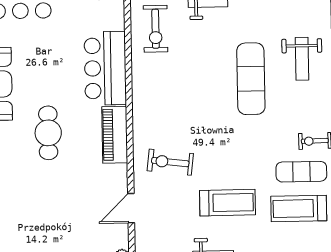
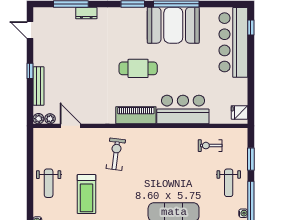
exercise bike: (156, 29) -> (210, 146), width x0.73, depth x0.72
door: (131, 208) -> (70, 126), moved

